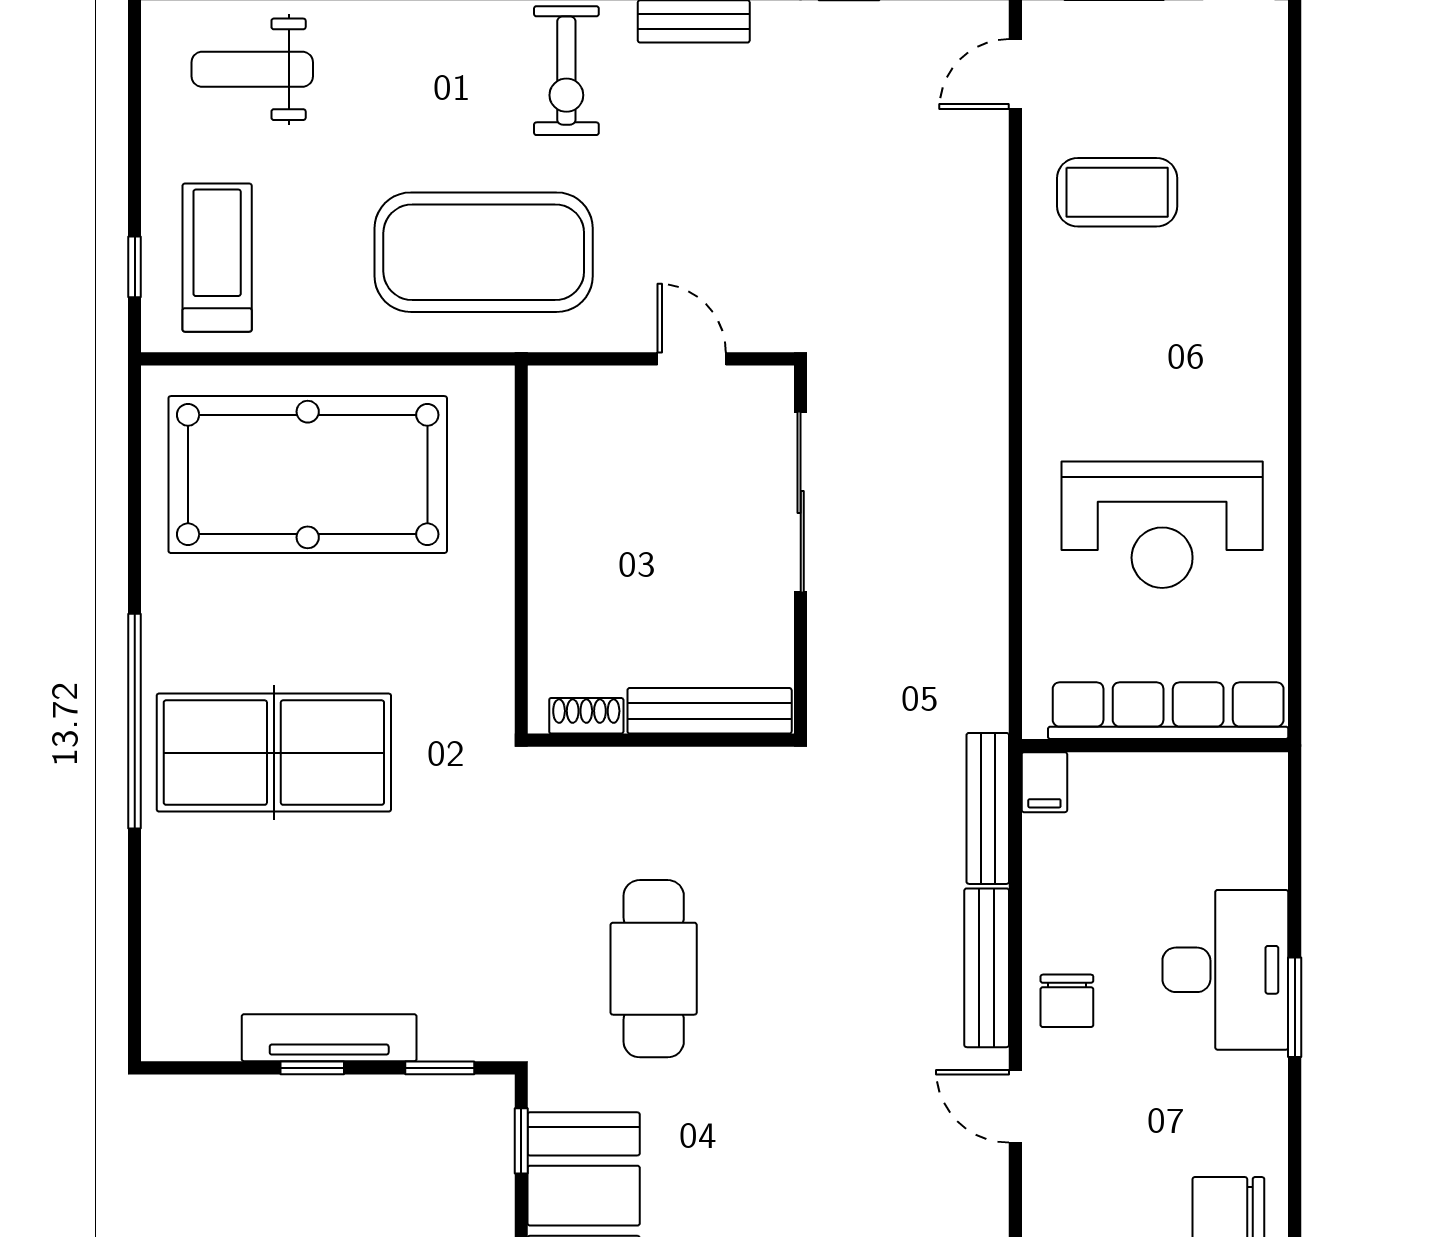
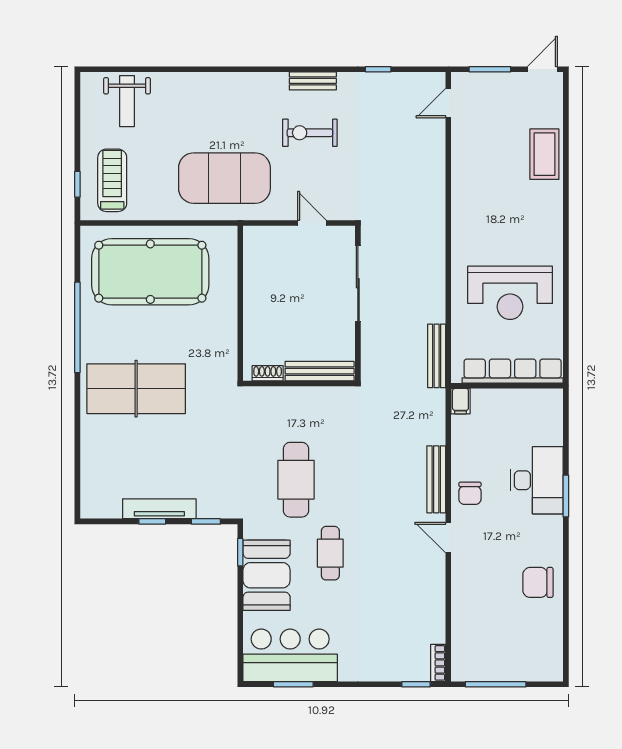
weight bench: (252, 69) -> (127, 101), turned -90
exercise bike: (566, 71) -> (310, 133), moved, turned 90
coffee table: (1117, 192) -> (544, 154), moved, turned 90
window: (135, 721) -> (77, 327), moved
bench: (988, 808) -> (437, 356), moved
cafe table: (735, 1143) -> (330, 553), added

